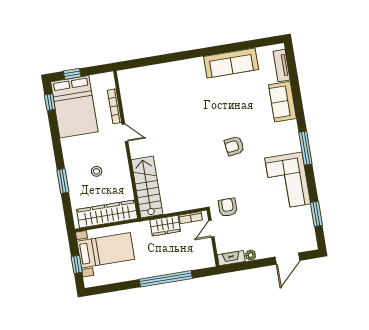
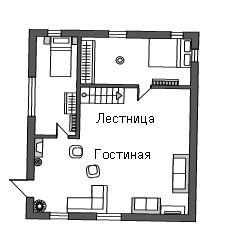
armchair: (234, 146) -> (93, 171), moved
floor lamp: (308, 242) -> (40, 206), added

